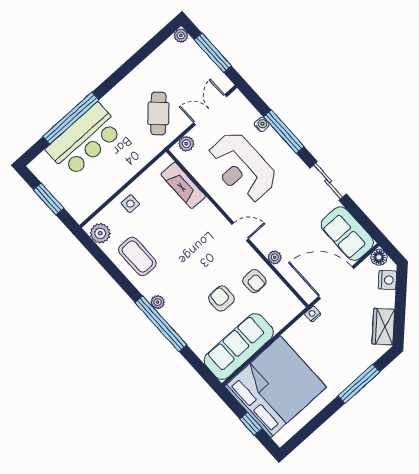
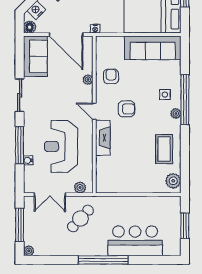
window: (71, 118) -> (103, 260), moved
reception desk: (242, 167) -> (61, 146), turned 180
fireplace: (183, 185) -> (103, 138), moved
side table: (130, 204) -> (165, 95), moved
armchair: (221, 299) -> (126, 109), moved, turned -90

